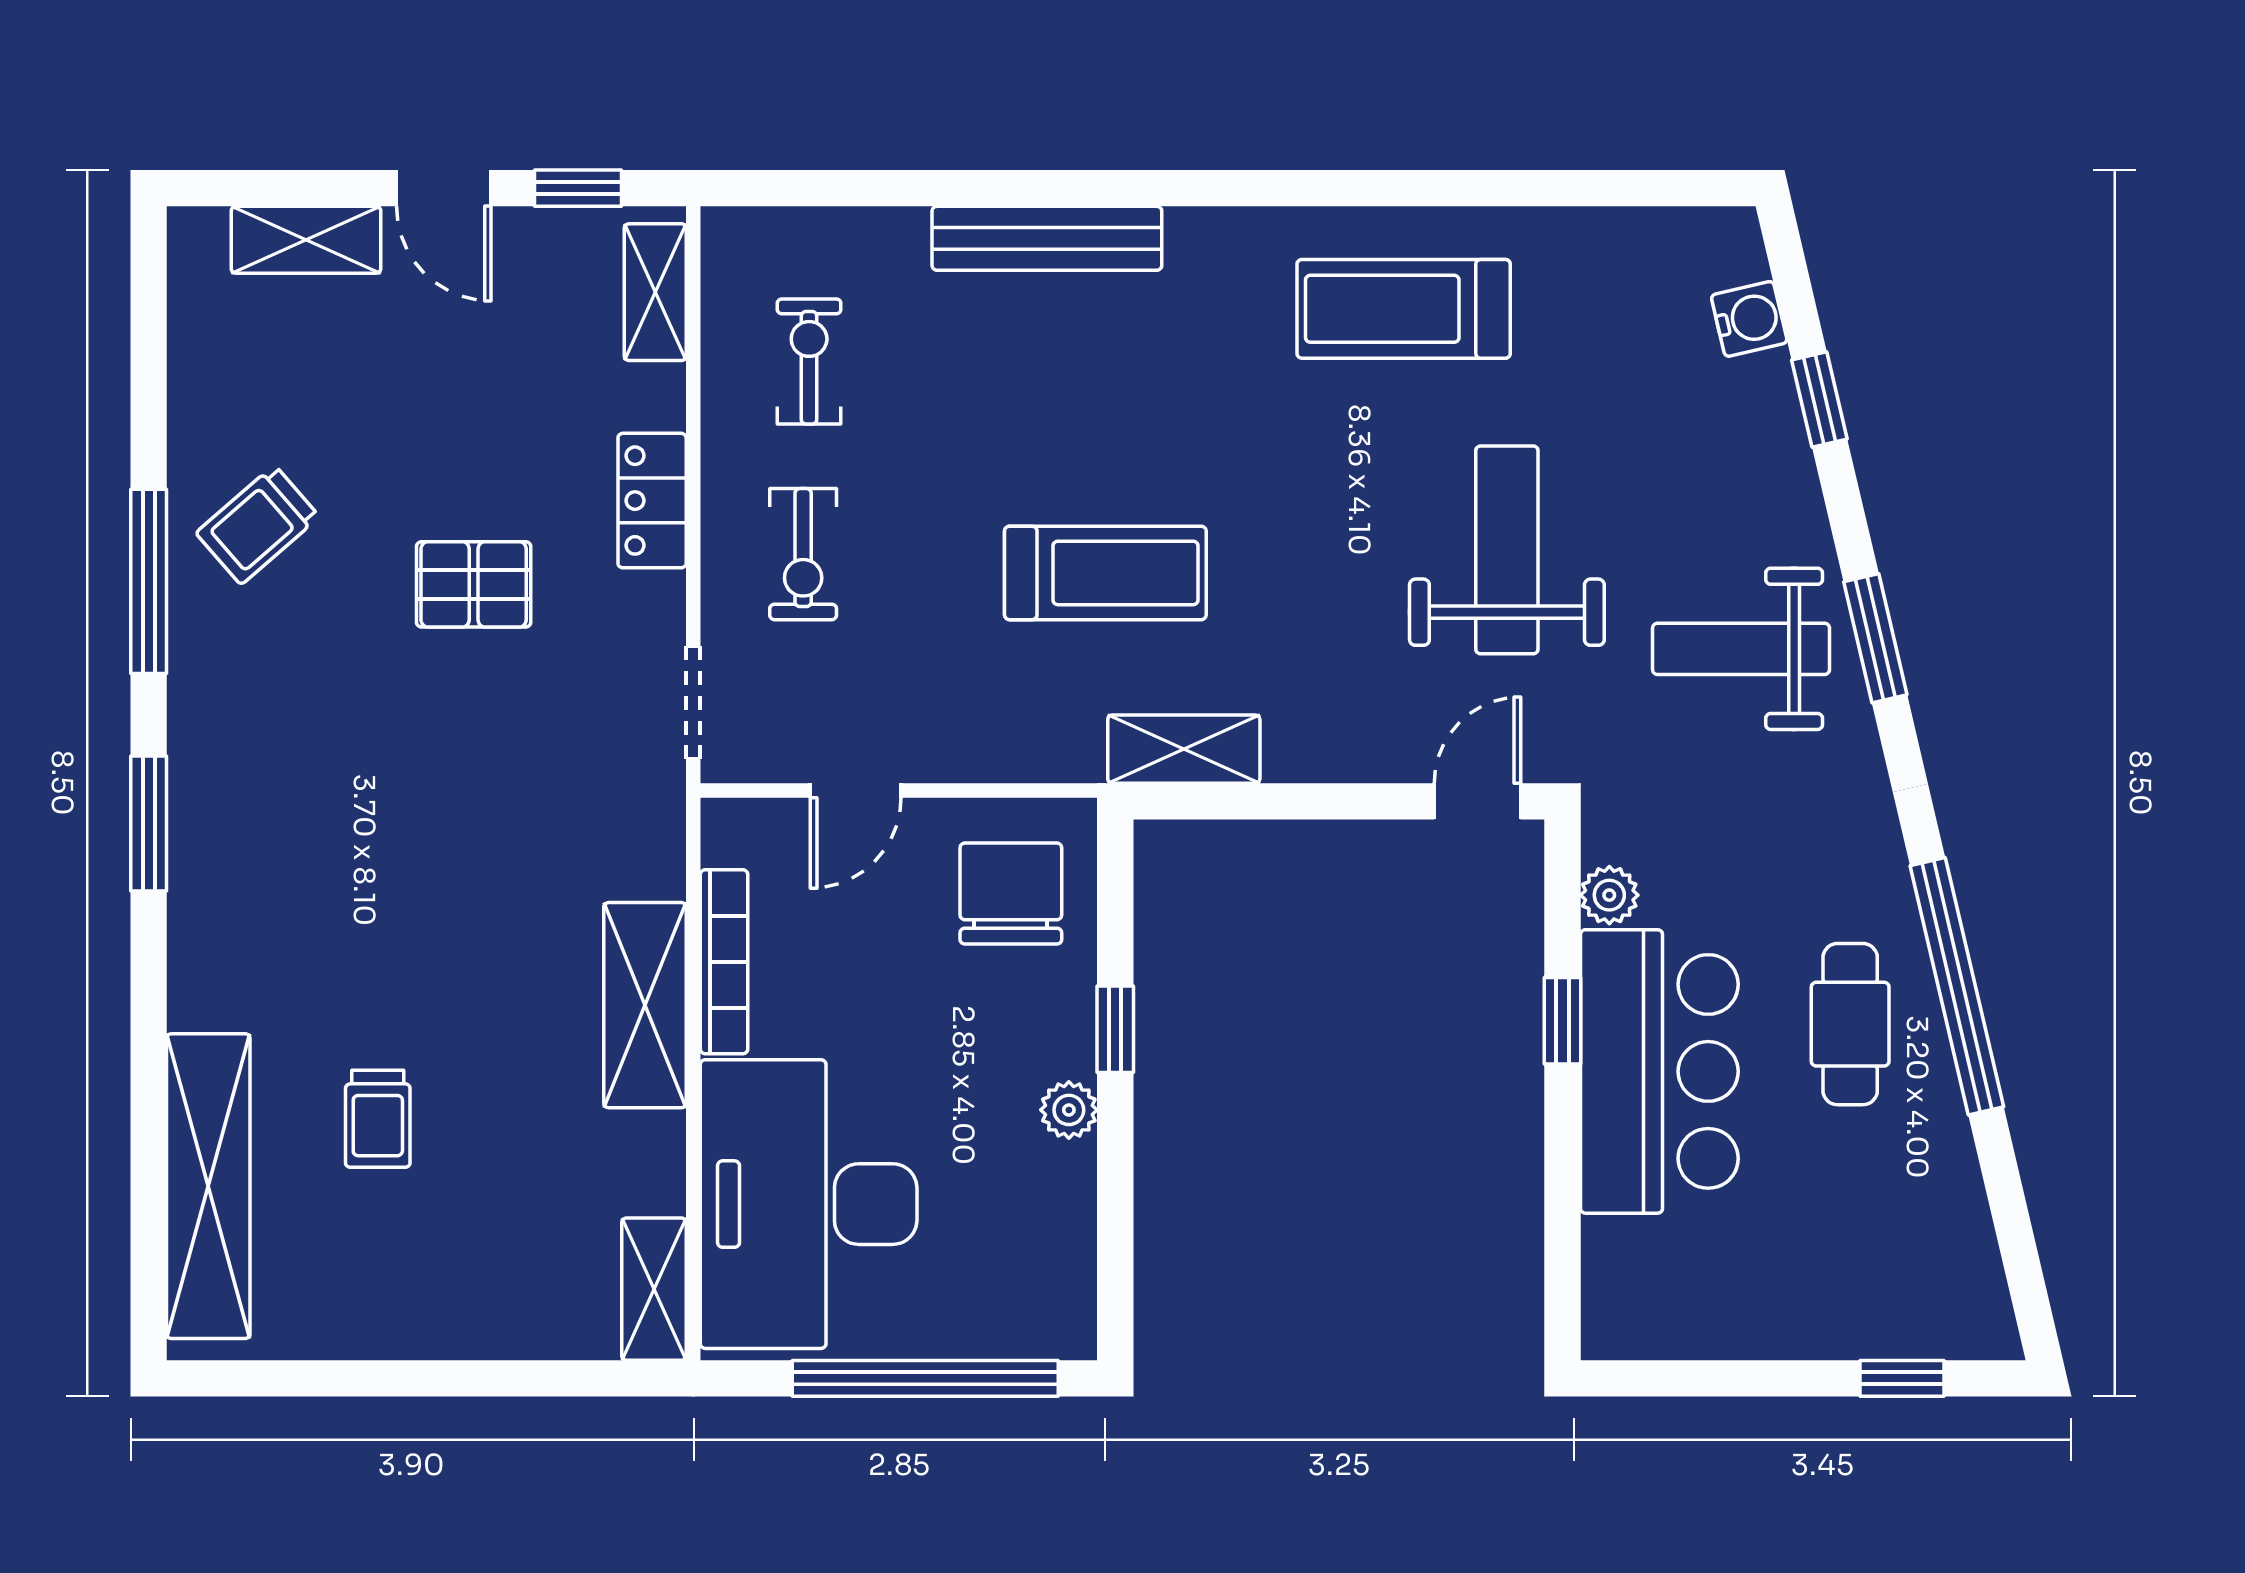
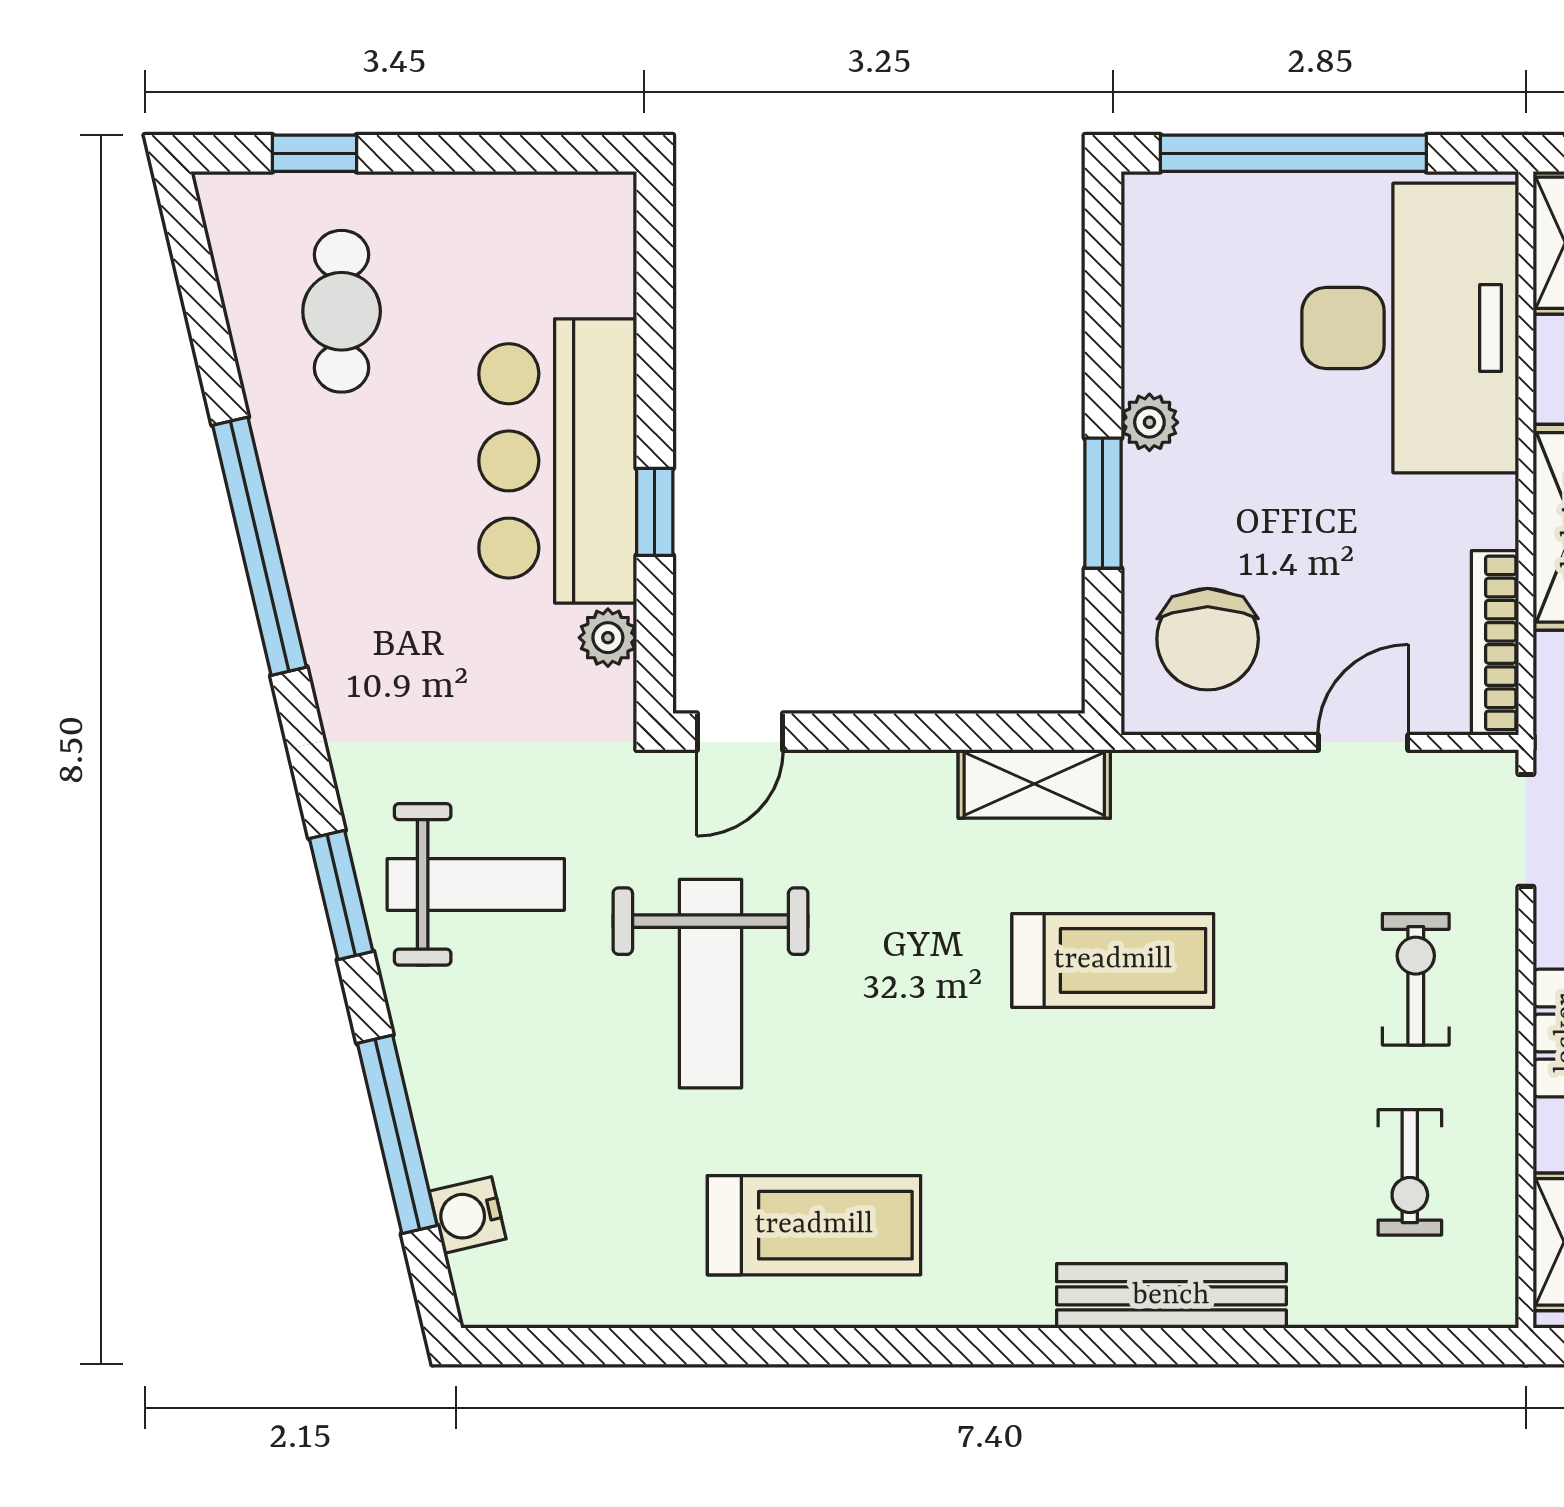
window: (1819, 399) -> (397, 1134), width x2.17
treadmill: (1105, 573) -> (1113, 960), turned 180
bookcase: (724, 962) -> (1495, 643), moved
cafe table: (1850, 1024) -> (342, 311), moved
window: (1115, 1029) -> (1103, 503), width x1.50

